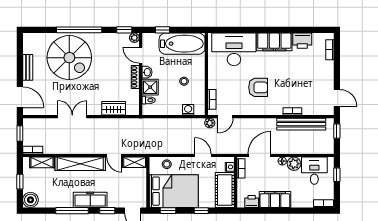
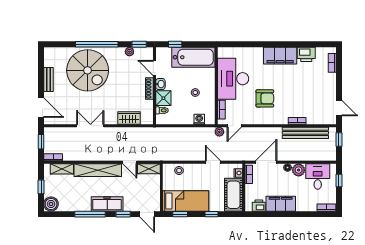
plant: (134, 38) -> (129, 52), moved
desk: (234, 49) -> (233, 79), moved, turned -90
bed: (174, 191) -> (186, 201), width x0.67

